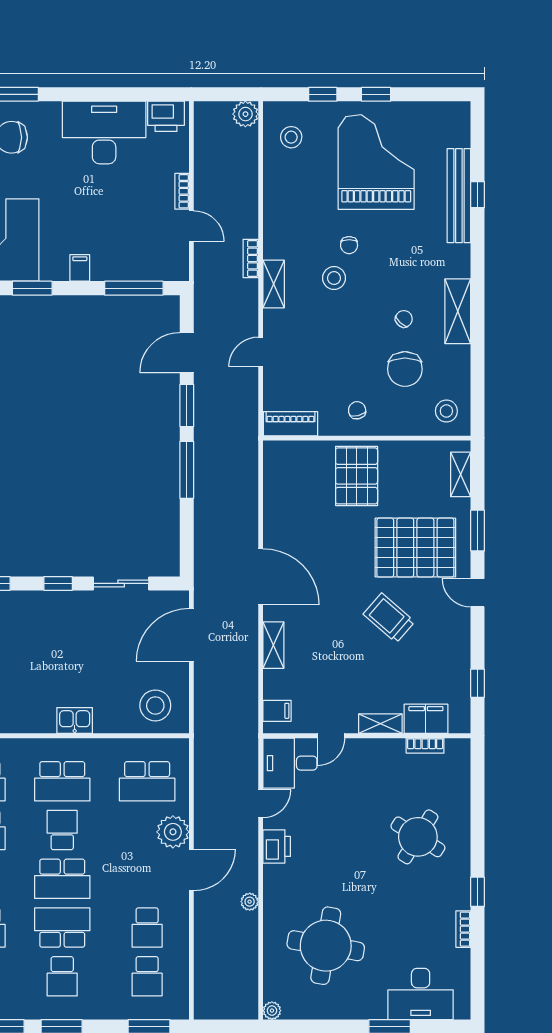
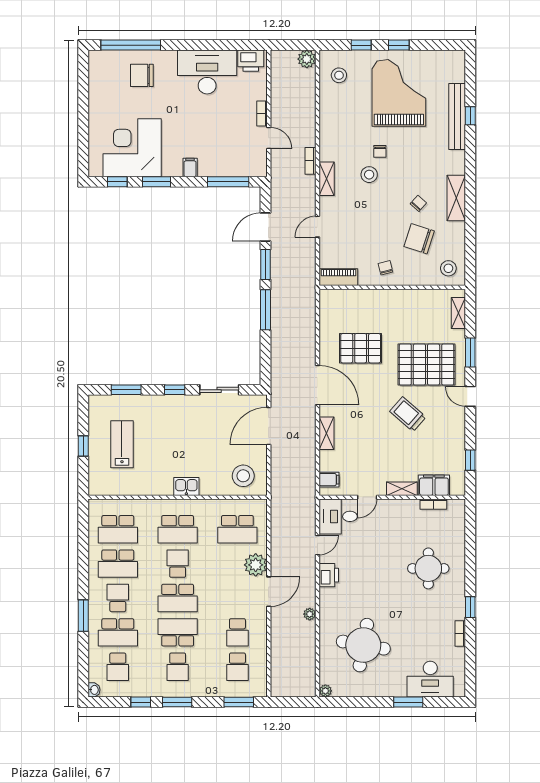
chair: (405, 369) -> (419, 239), turned 108
pallet: (357, 476) -> (361, 348), moved, turned 90
round table: (418, 837) -> (428, 568), turned -32

